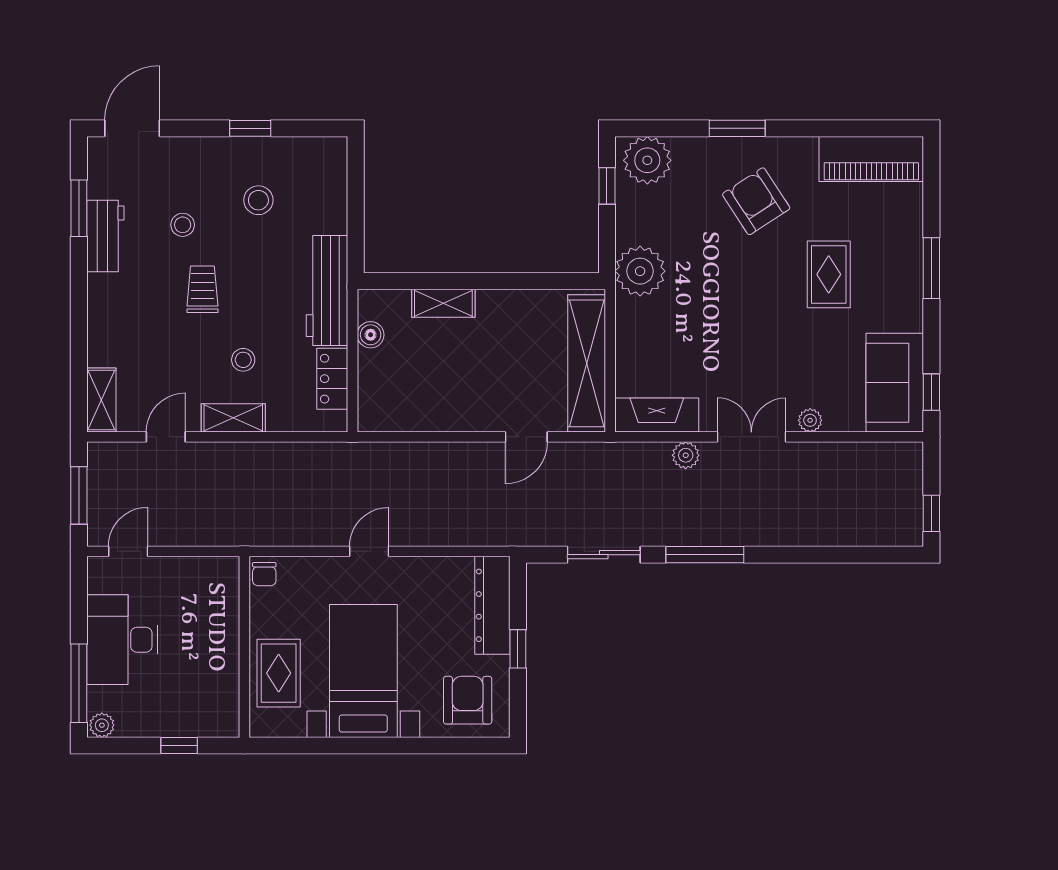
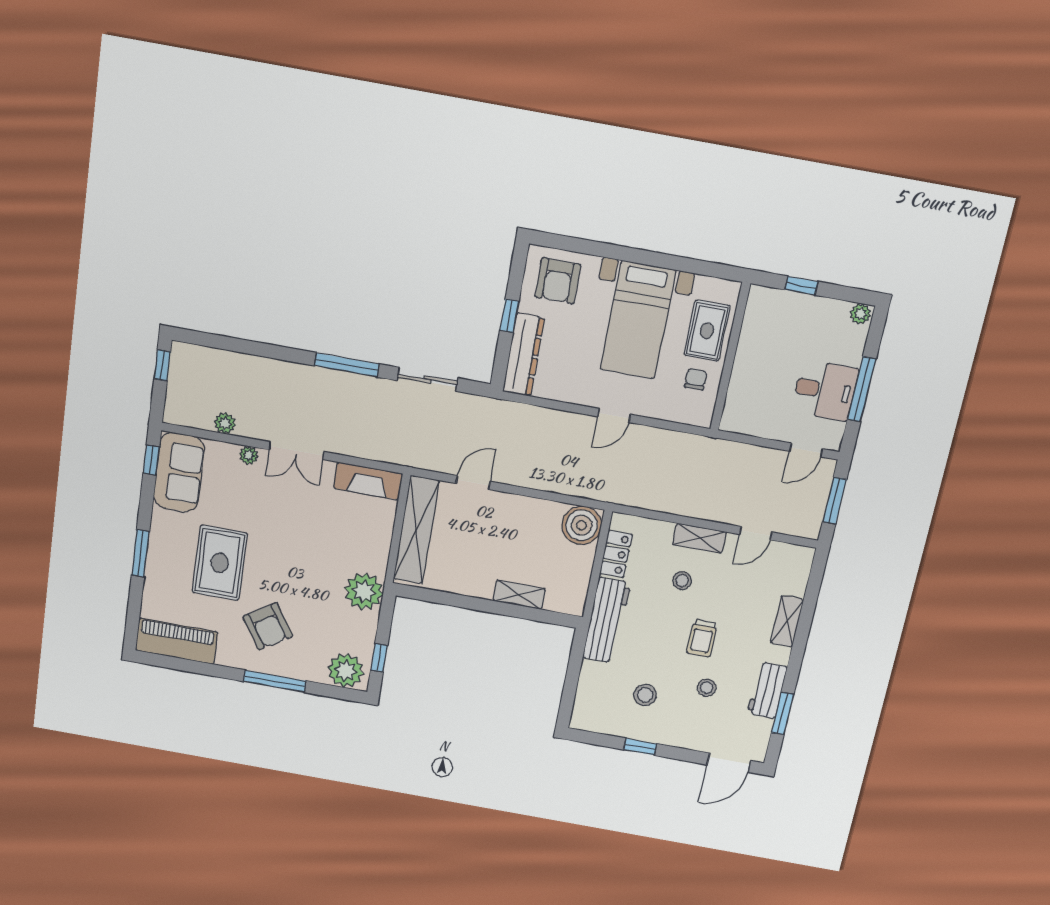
window: (737, 128) -> (275, 681), width x1.44
rug: (829, 274) -> (220, 563), width x1.36, depth x1.43
boiler: (371, 335) -> (582, 525), moved, width x1.86, depth x1.86
shelving: (101, 400) -> (787, 621), moved
plant: (686, 455) -> (225, 423), moved
chair: (264, 574) -> (696, 379), moved
desk: (122, 640) -> (825, 390), width x0.73
window: (79, 683) -> (862, 389), moved

